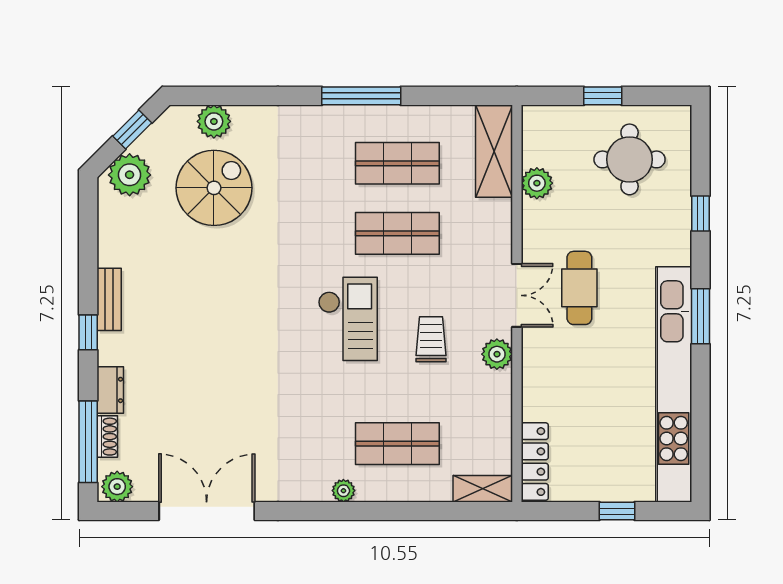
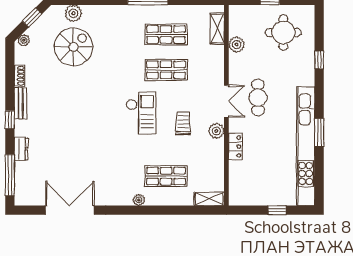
shelving: (494, 151) -> (217, 28), width x0.67, depth x0.75
plant: (130, 175) -> (24, 40), width x0.53, depth x0.53
window: (701, 316) -> (319, 133), moved
shoe rack: (107, 437) -> (20, 76), moved
locker: (535, 462) -> (235, 146), moved, width x0.66
plant: (117, 487) -> (25, 198), removed

